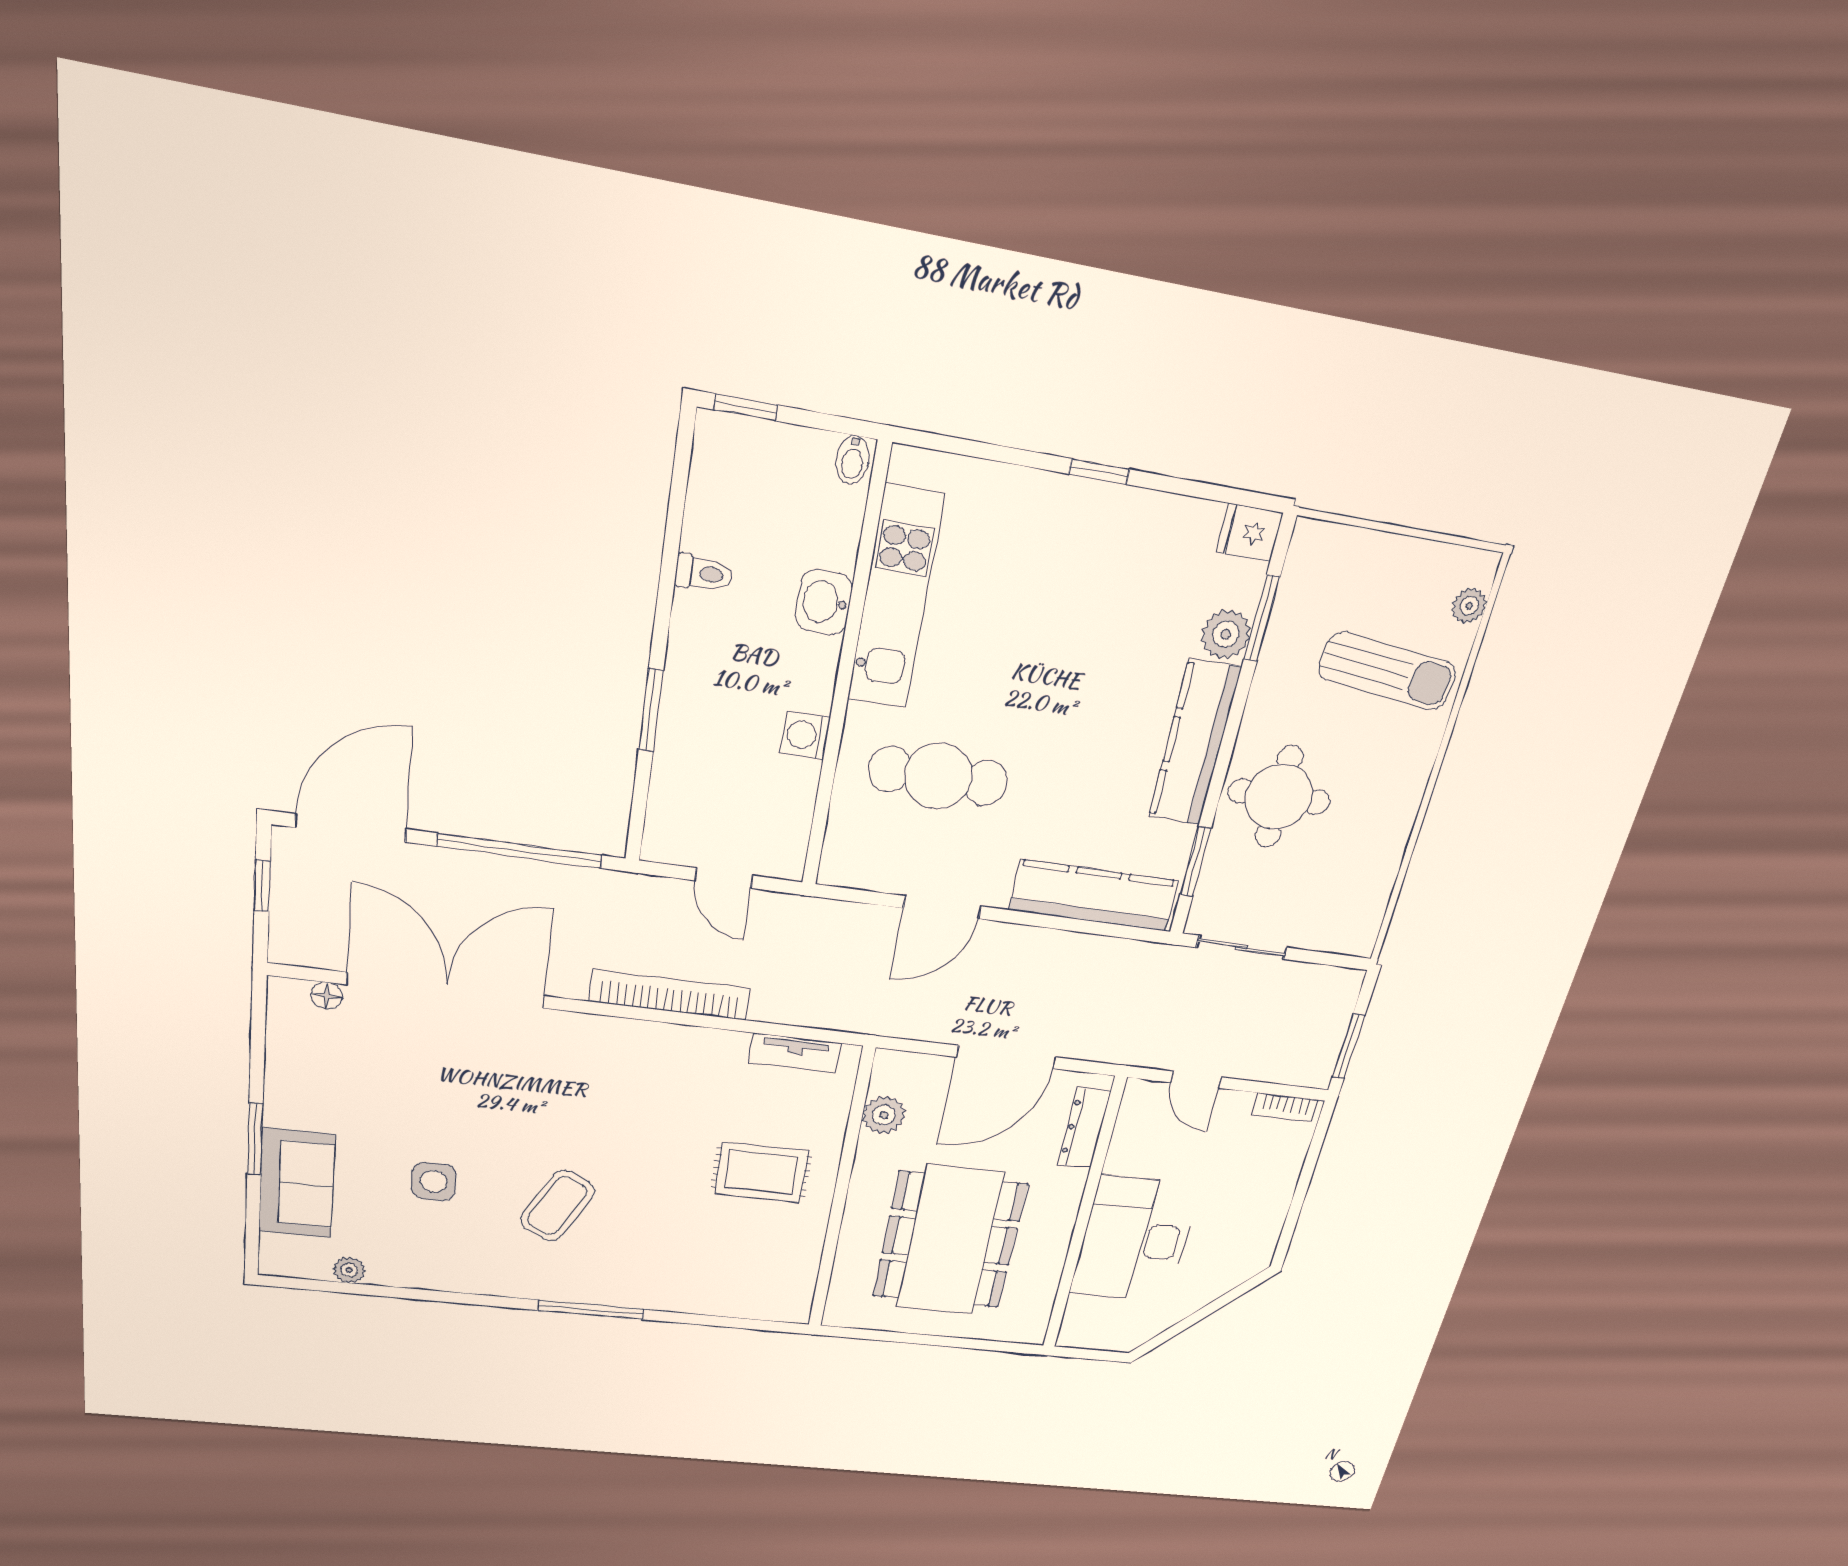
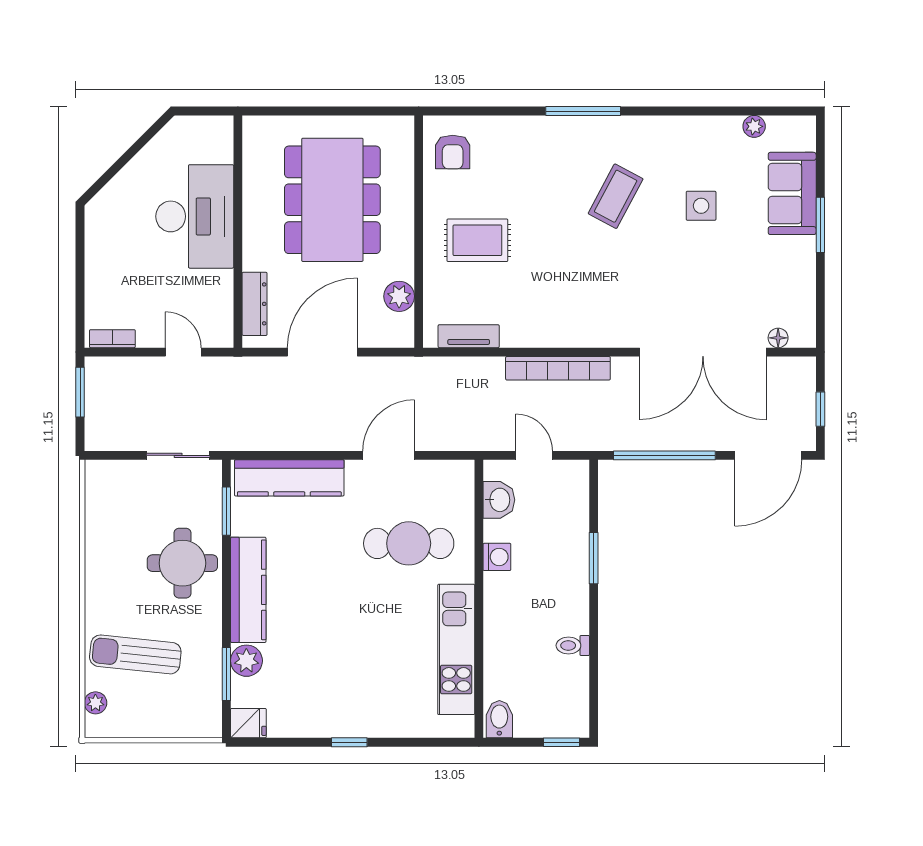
bidet: (853, 460) -> (499, 719), width x1.38, depth x1.36
washbasin: (824, 602) -> (499, 500), moved
armchair: (777, 1280) -> (453, 152), added

